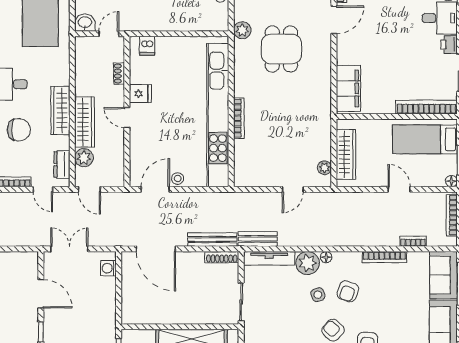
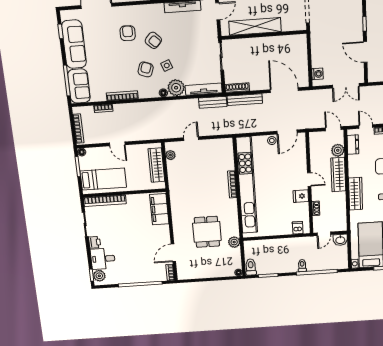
wardrobe: (60, 111) -> (356, 194), moved

